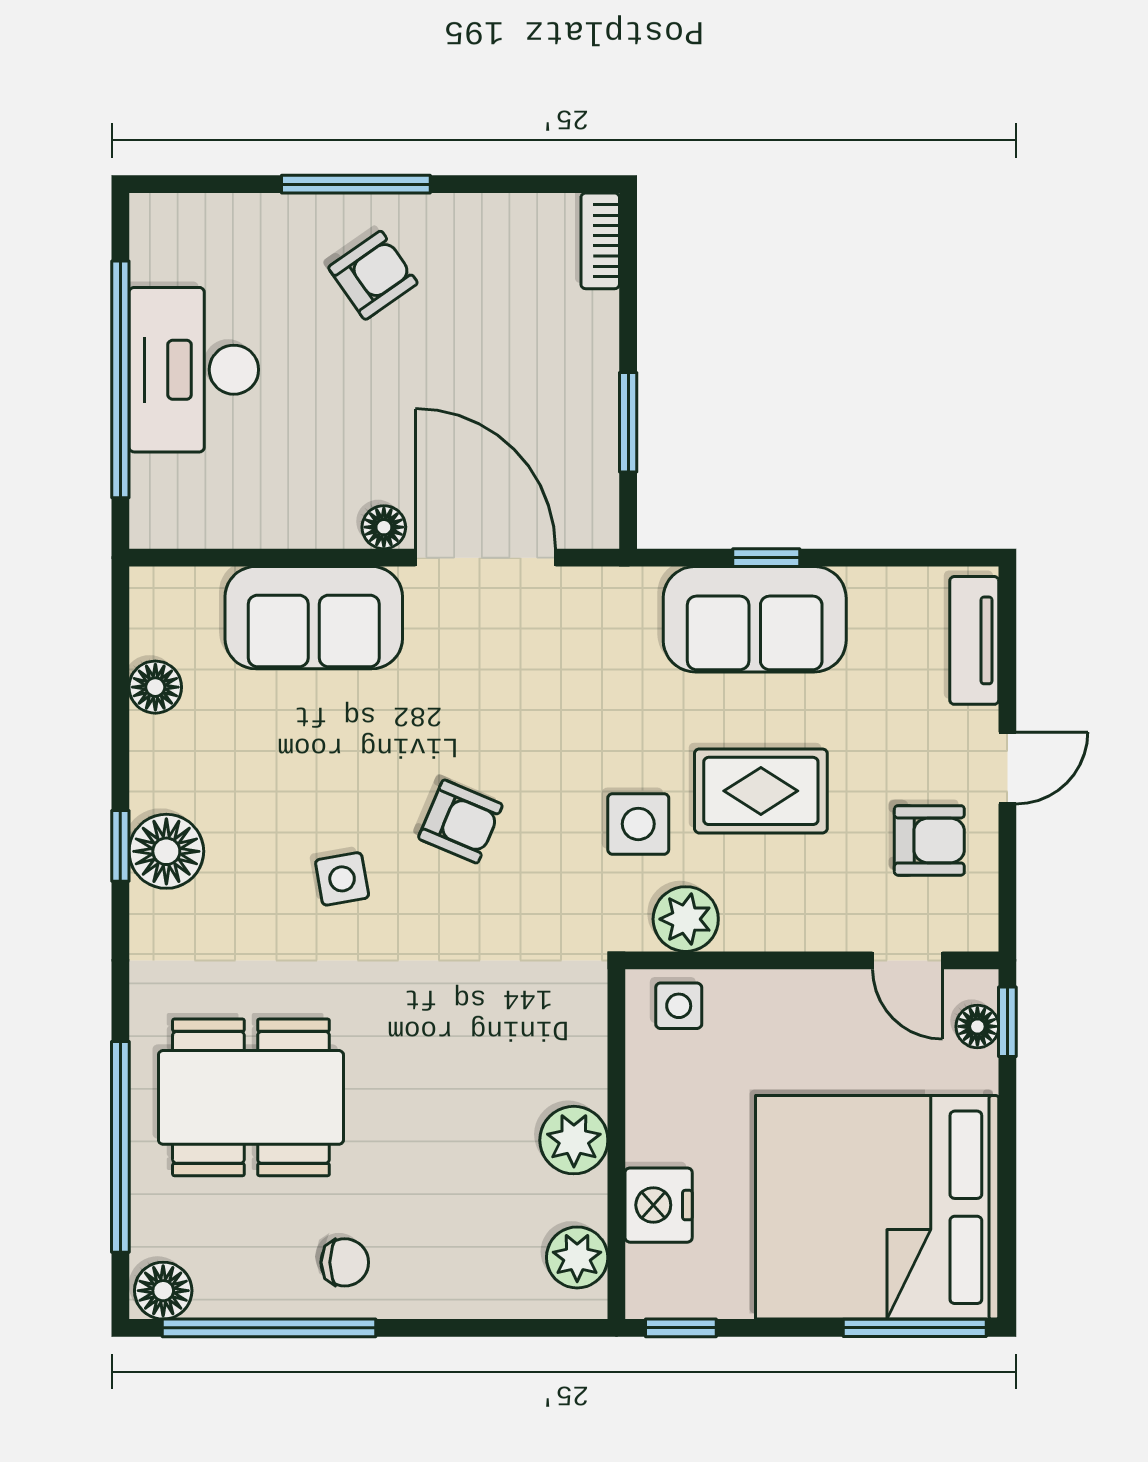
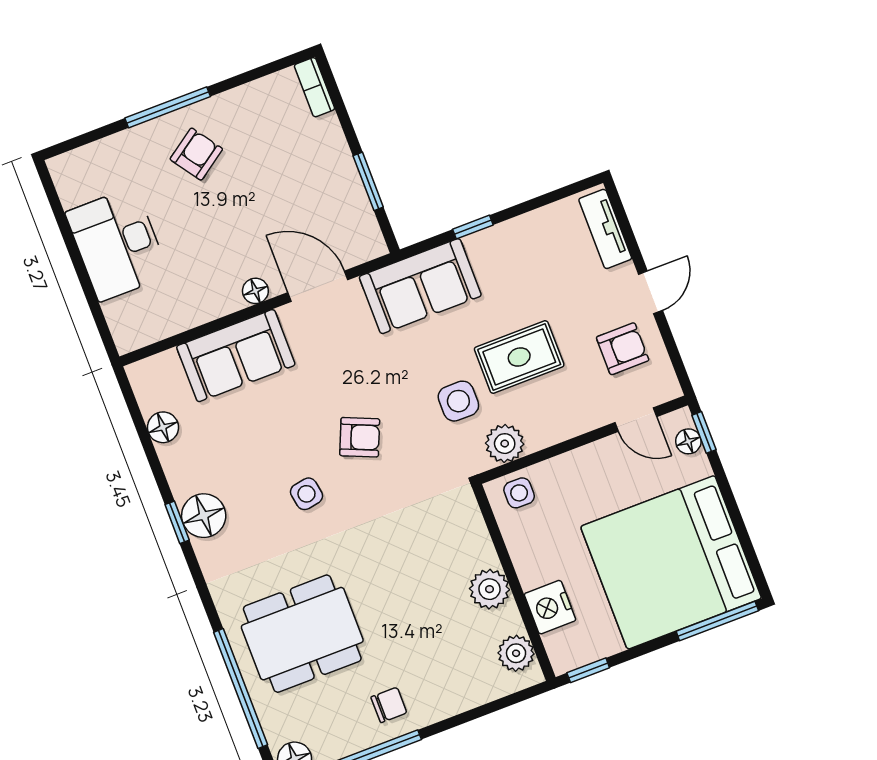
window: (120, 379) -> (79, 265), removed
door: (485, 558) -> (318, 286), width x0.73
sofa: (755, 619) -> (420, 286), moved

